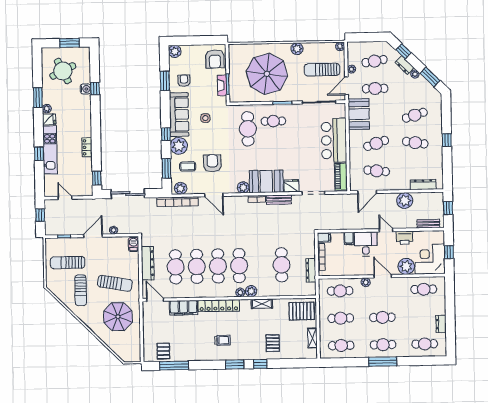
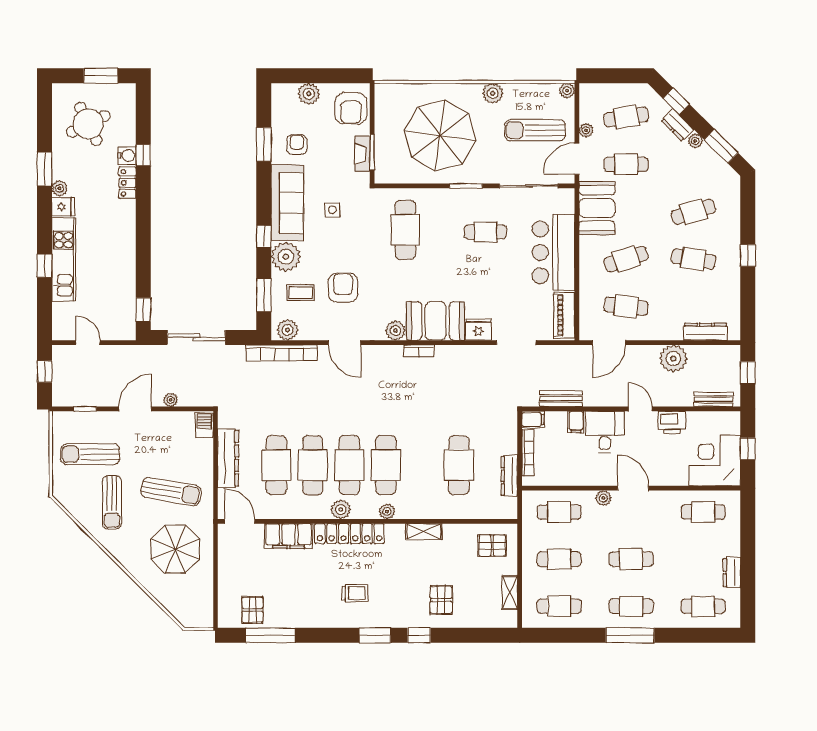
plant: (175, 51) -> (309, 94), moved
cafe table: (273, 121) -> (485, 232), moved
locker: (87, 147) -> (127, 183), moved
bench: (279, 200) -> (561, 399), moved
plant: (406, 266) -> (674, 472), removed
plant: (251, 291) -> (341, 509), moved
pallet: (302, 311) -> (492, 546), width x0.67, depth x0.71

